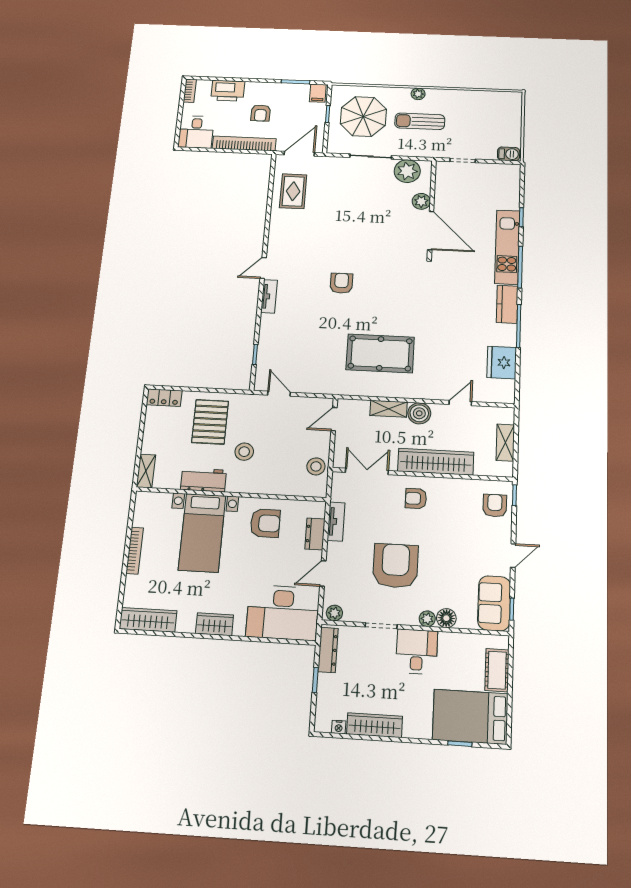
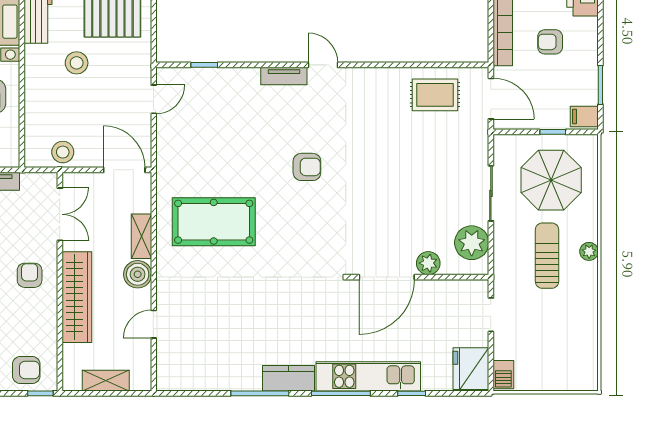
pool table: (380, 353) -> (214, 222), turned 90
fridge: (502, 362) -> (471, 369), moved, turned -90
door: (460, 403) -> (154, 324), swing flipped
door: (334, 419) -> (124, 170), width x1.38

